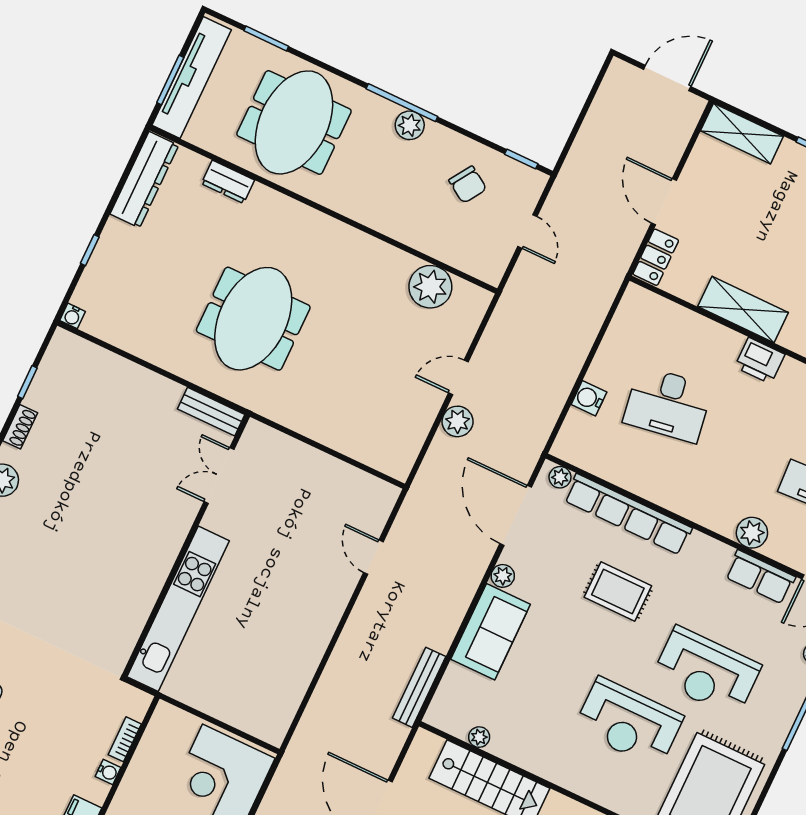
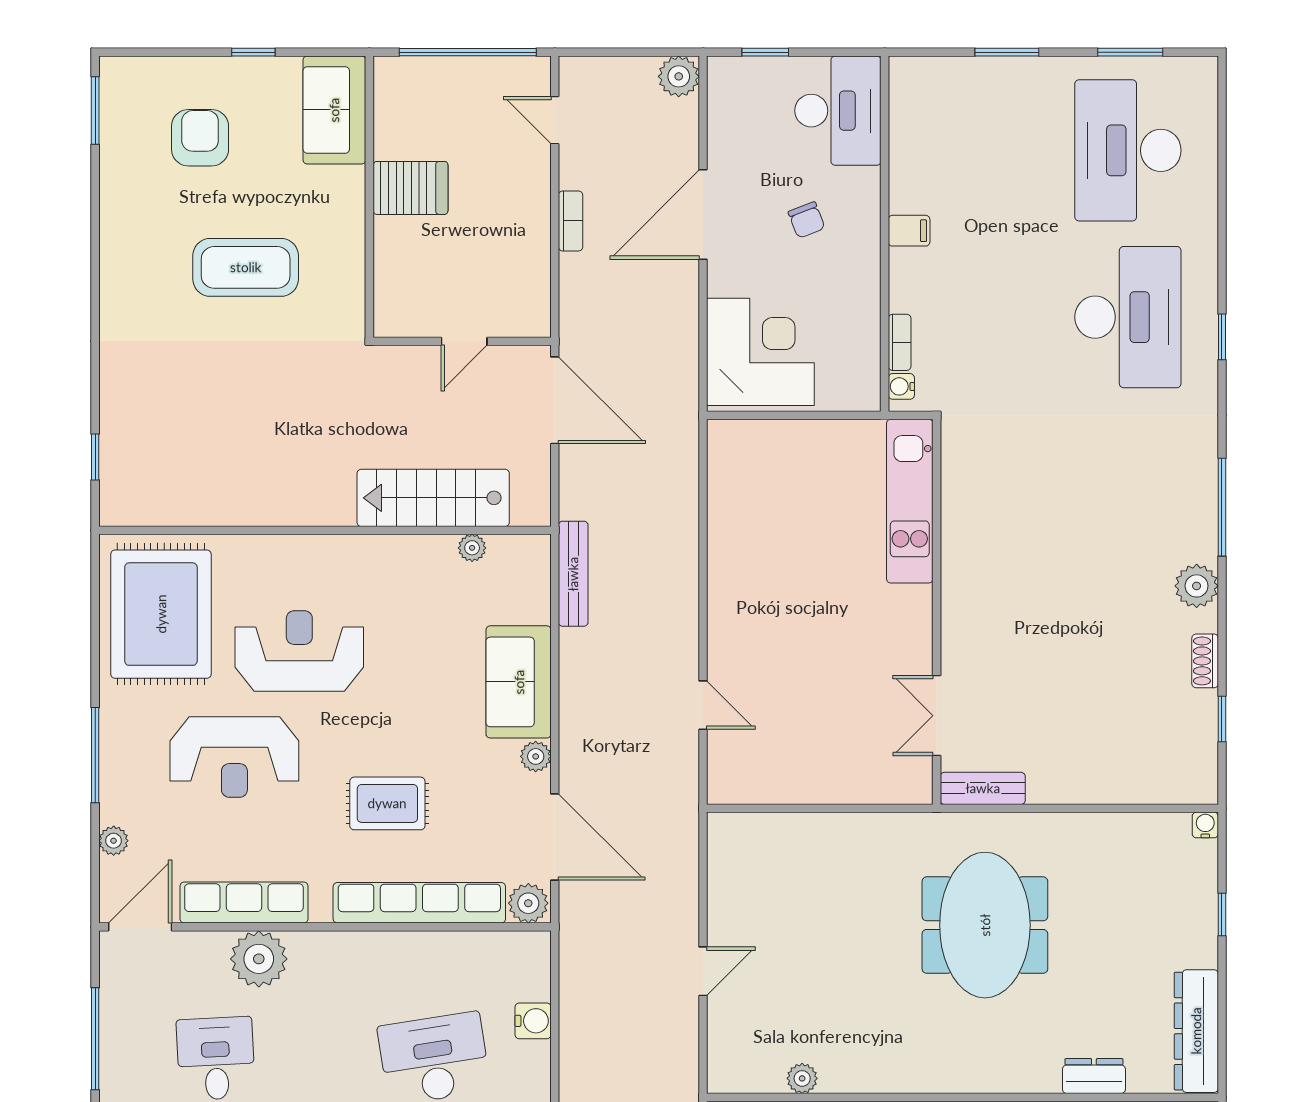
plant: (430, 287) -> (802, 1078), width x0.53, depth x0.53
plant: (458, 421) -> (679, 918), removed
double door: (219, 476) -> (937, 716), swing flipped
plant: (560, 477) -> (528, 903), width x1.38, depth x1.38
plant: (752, 533) -> (259, 959), width x1.36, depth x1.36
row of seats: (760, 577) -> (244, 903), width x1.48
kitchen unit: (178, 609) -> (910, 501), width x0.73
reception desk: (706, 672) -> (234, 757), turned 180
water cooler: (108, 772) -> (901, 386), moved

